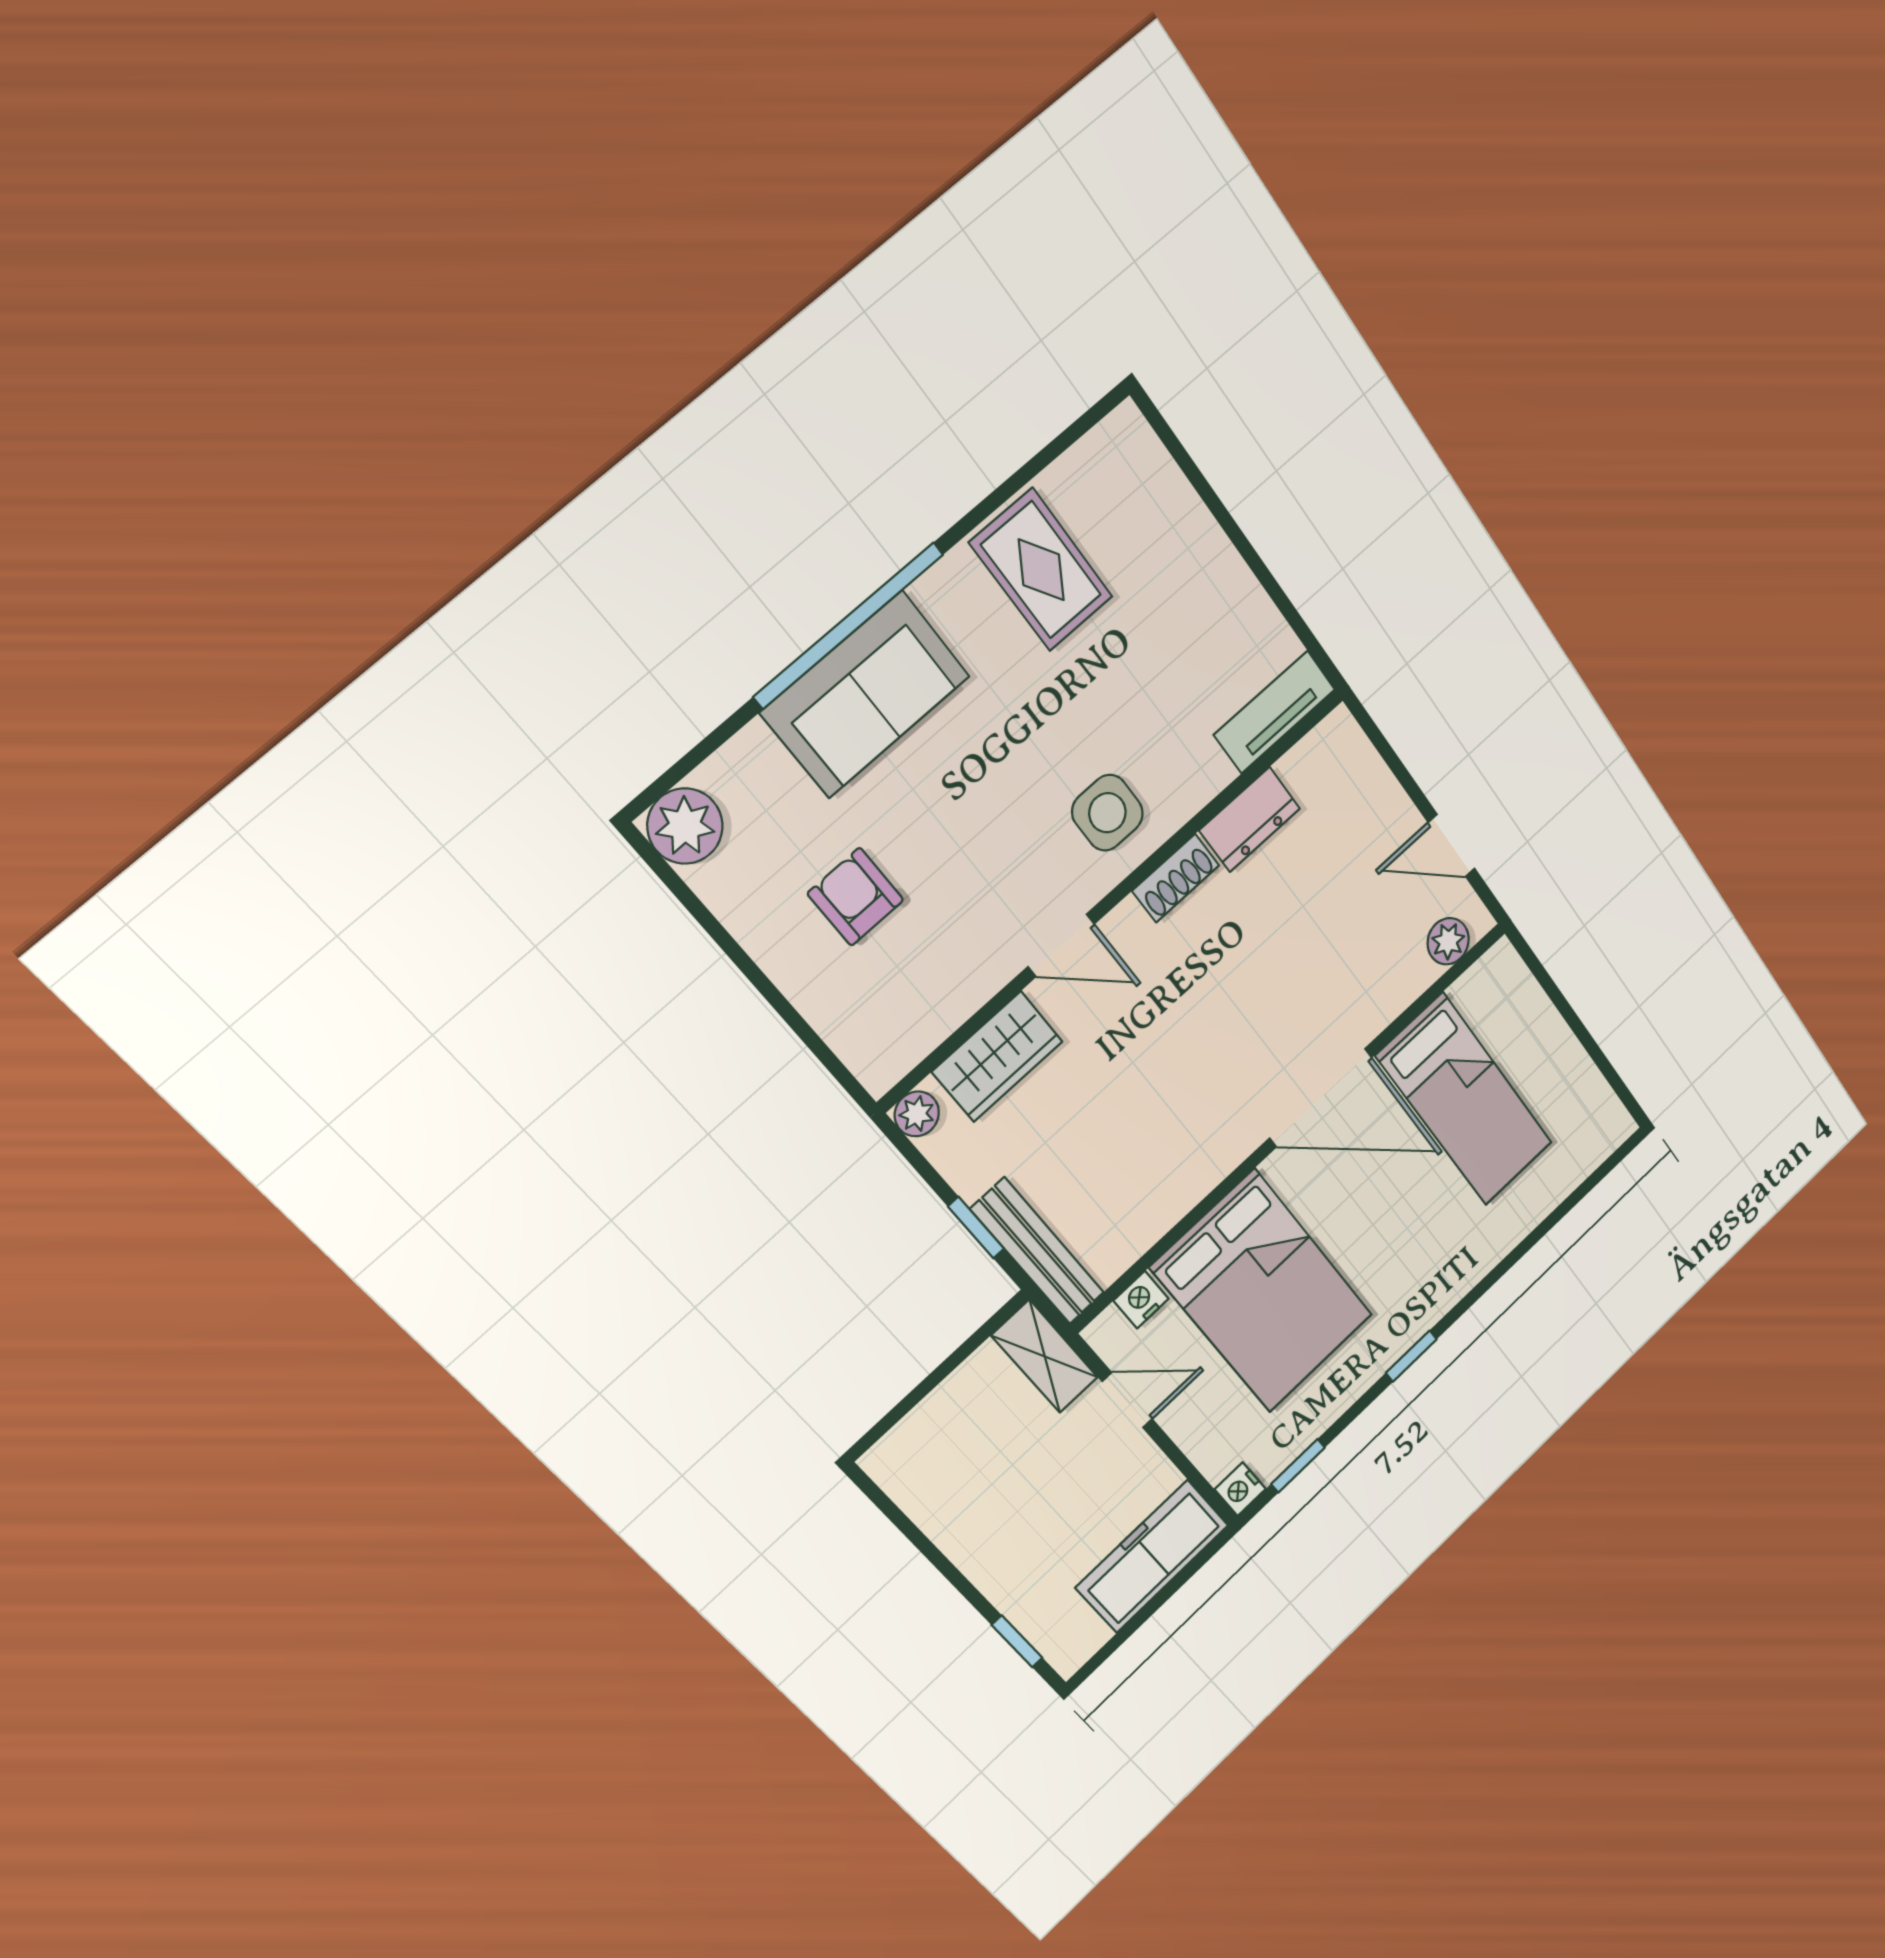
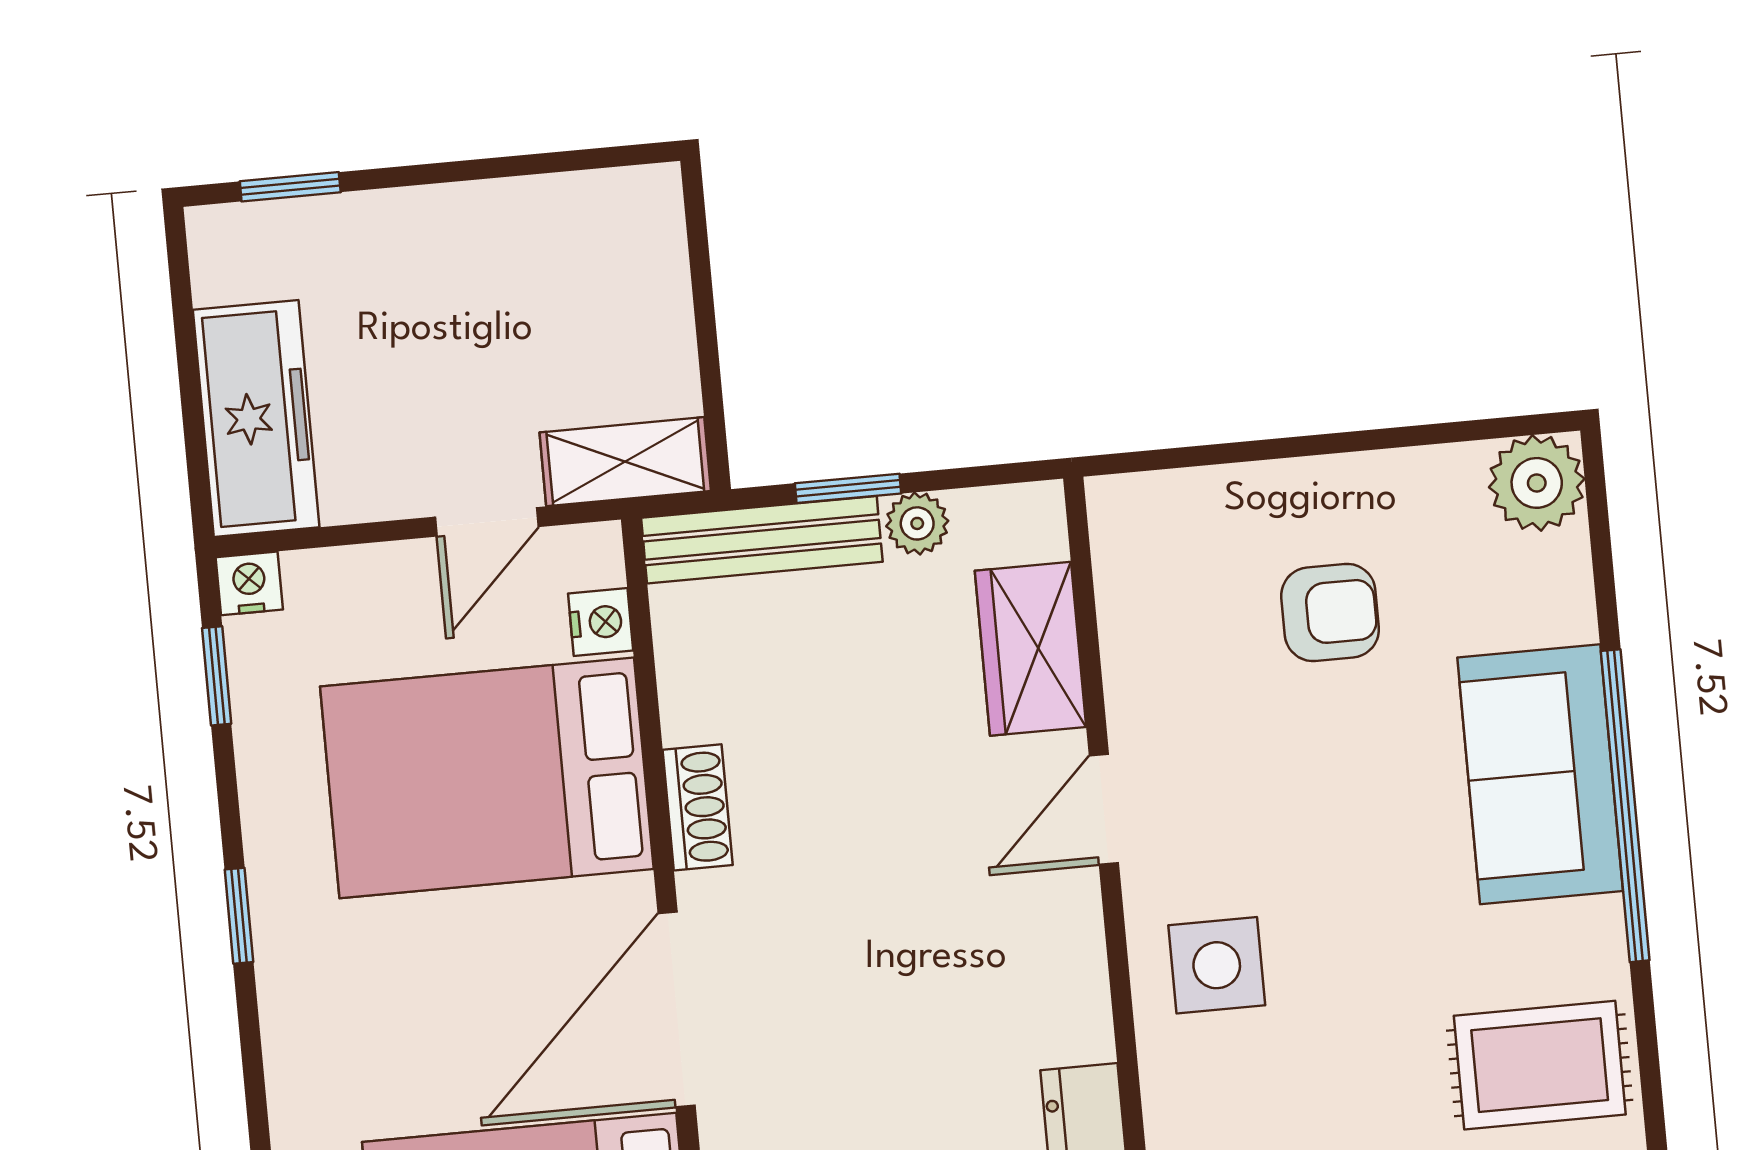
shoe rack: (1176, 878) -> (698, 807), moved, turned 180
plant: (917, 1114) -> (917, 523), moved

